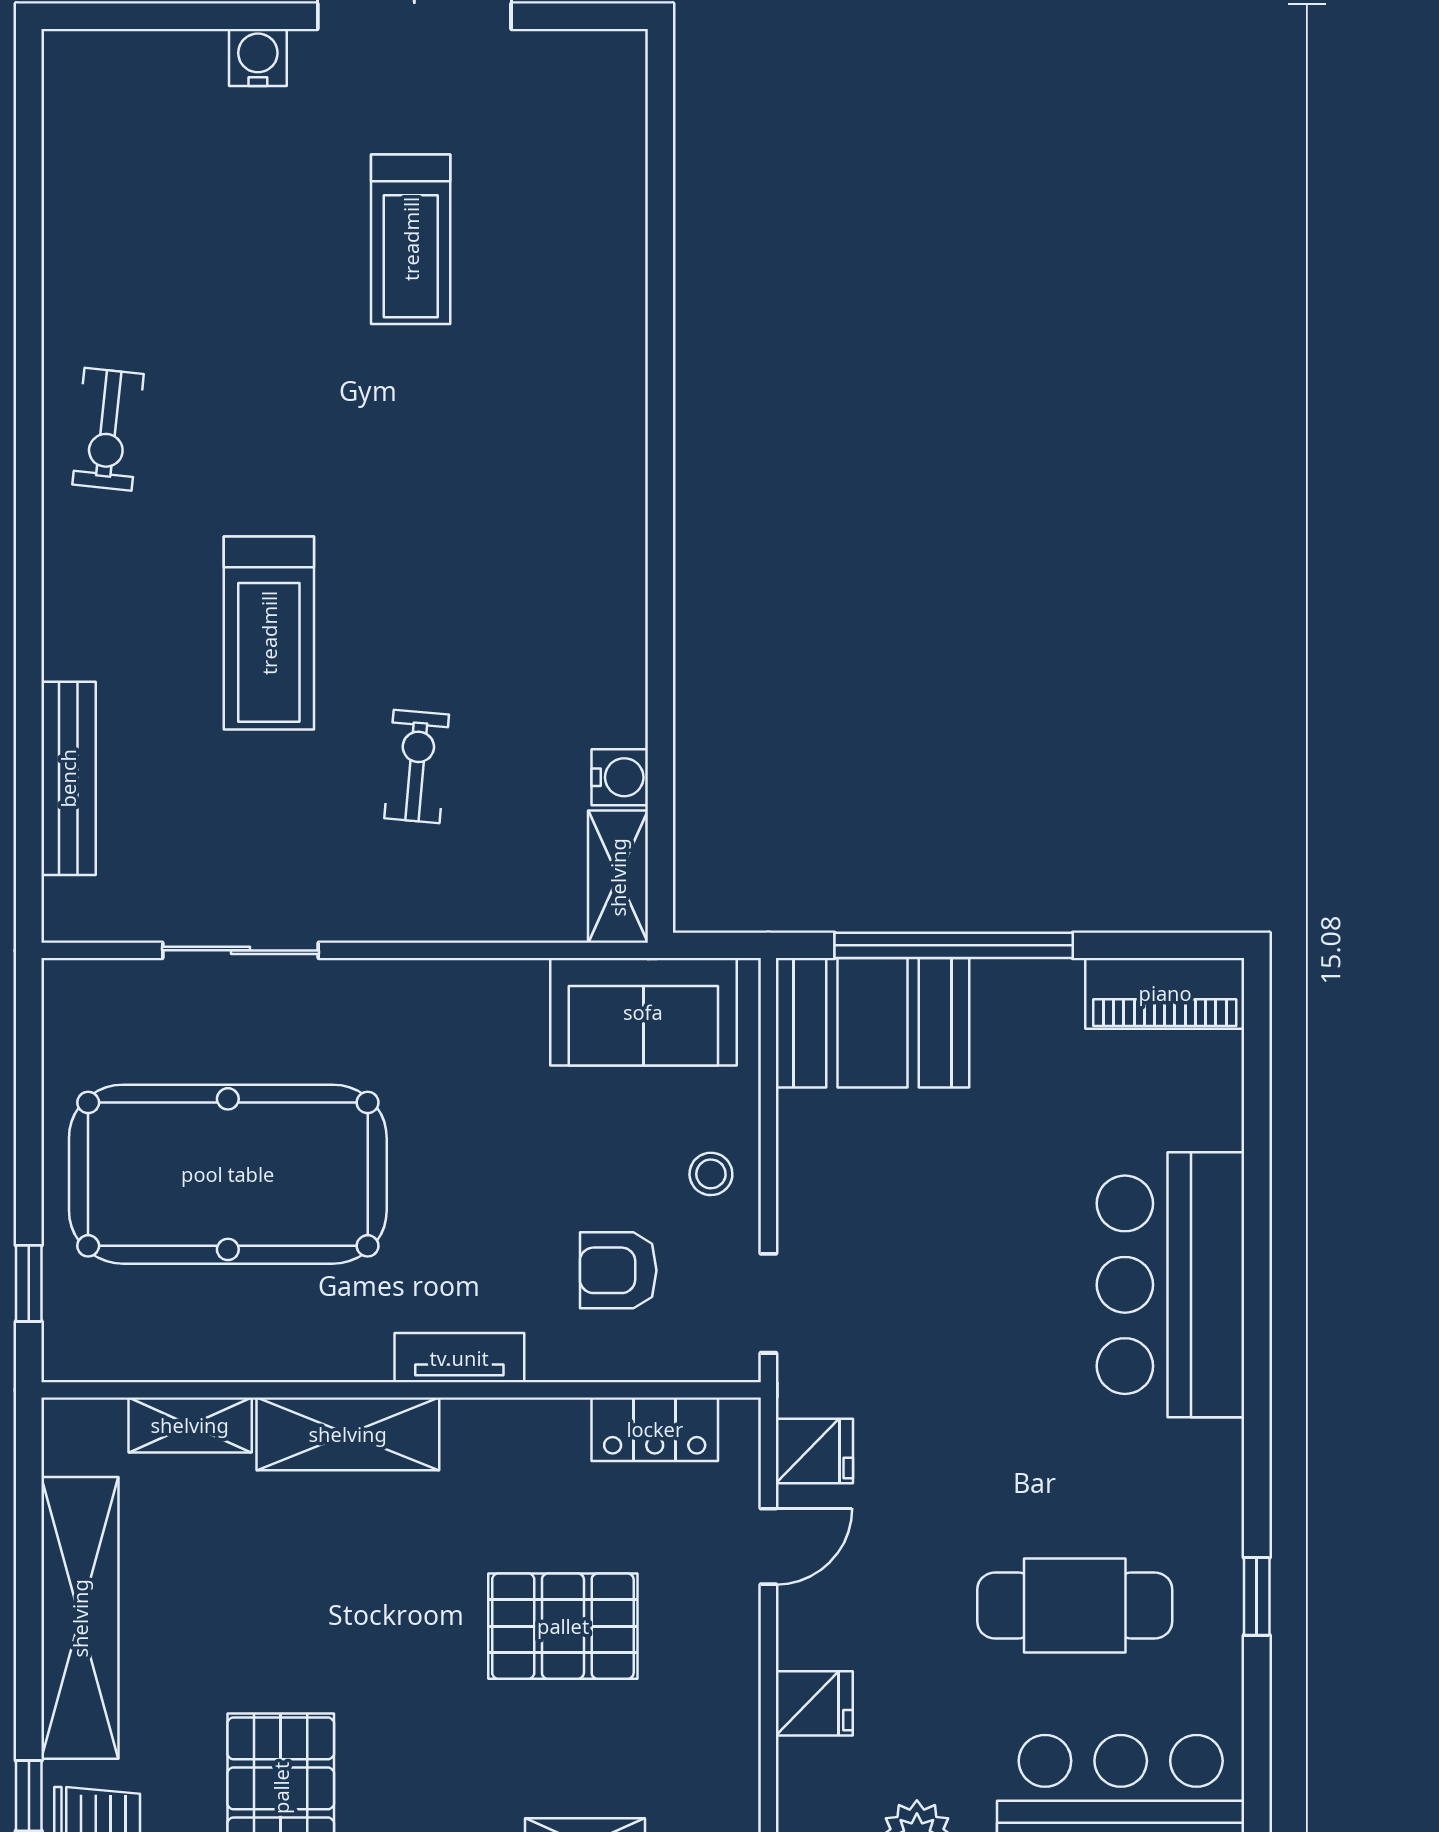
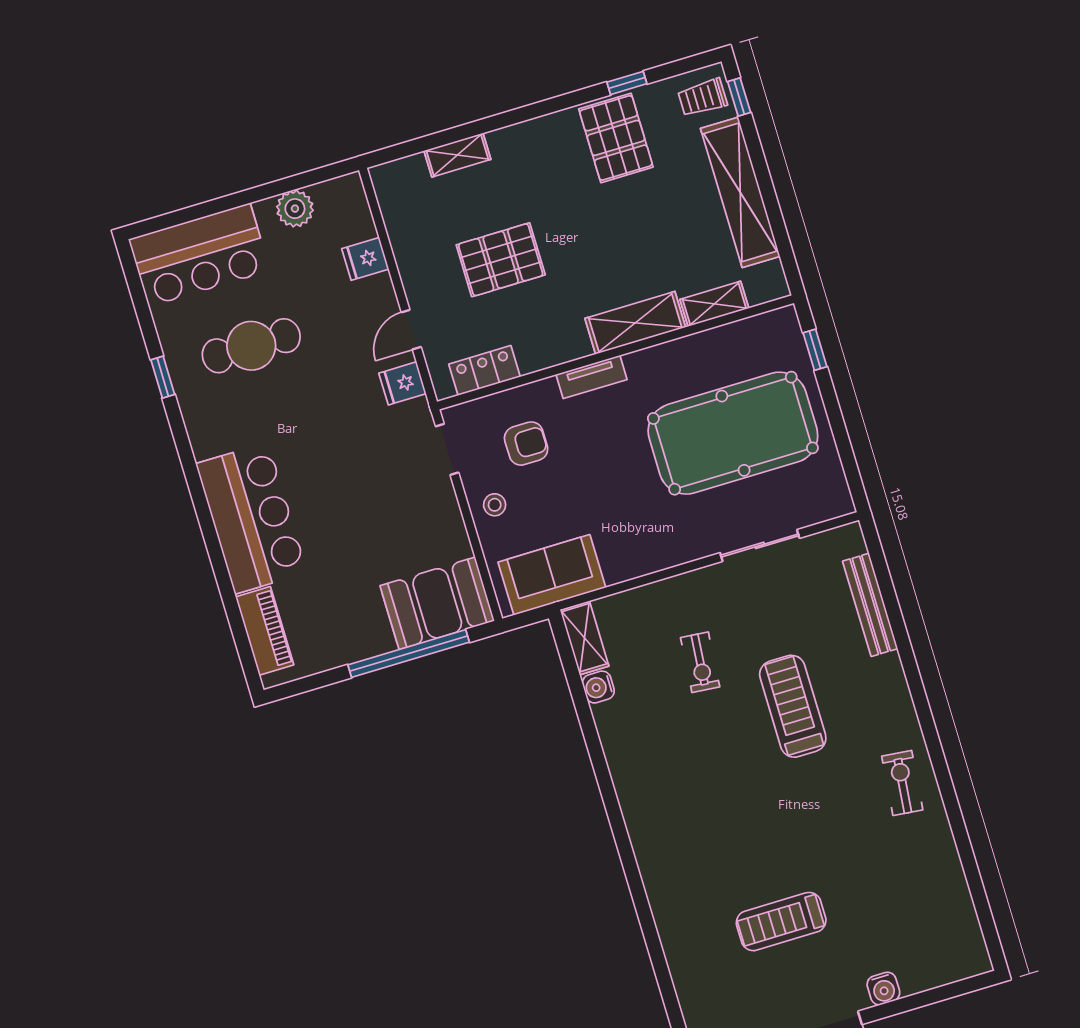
treadmill: (411, 239) -> (781, 922), turned -90
piano: (1165, 993) -> (265, 631), moved, turned 90

